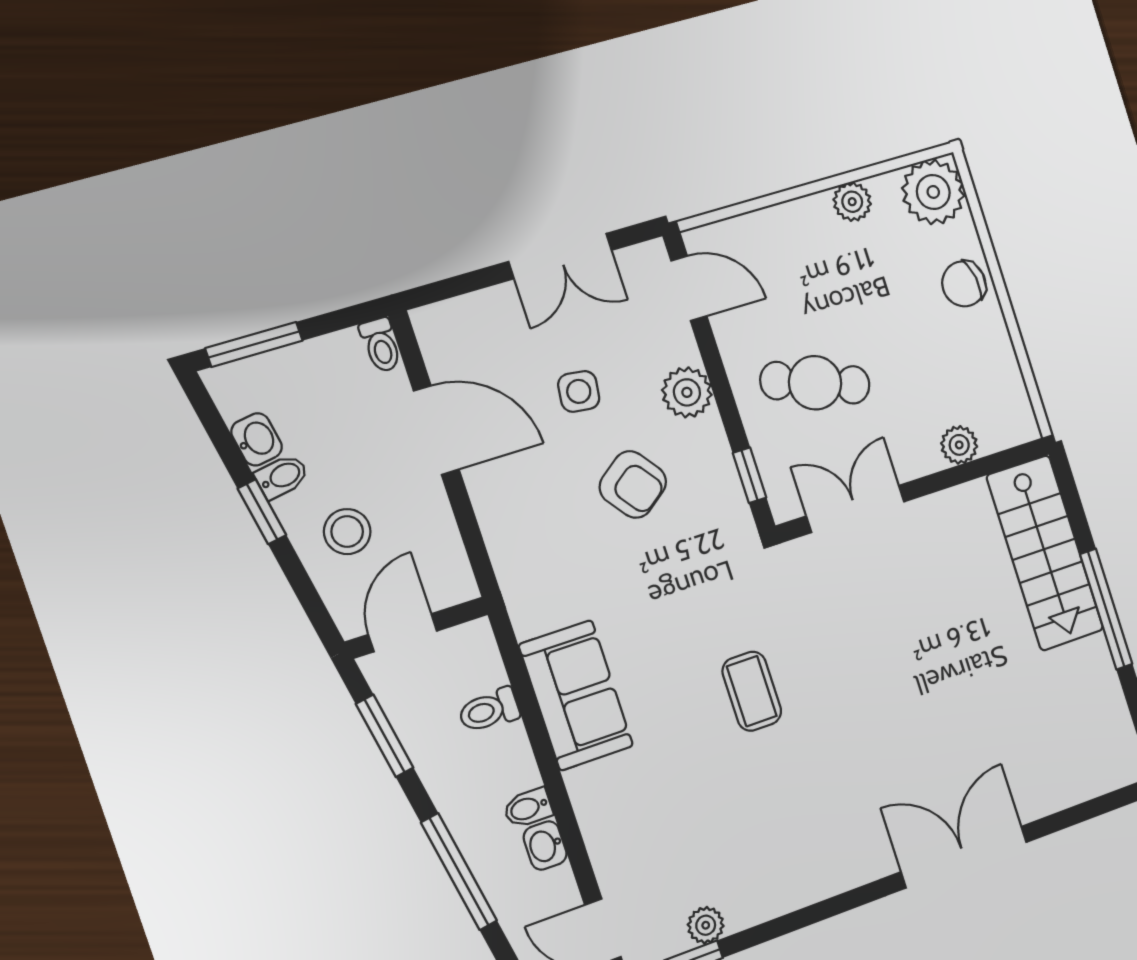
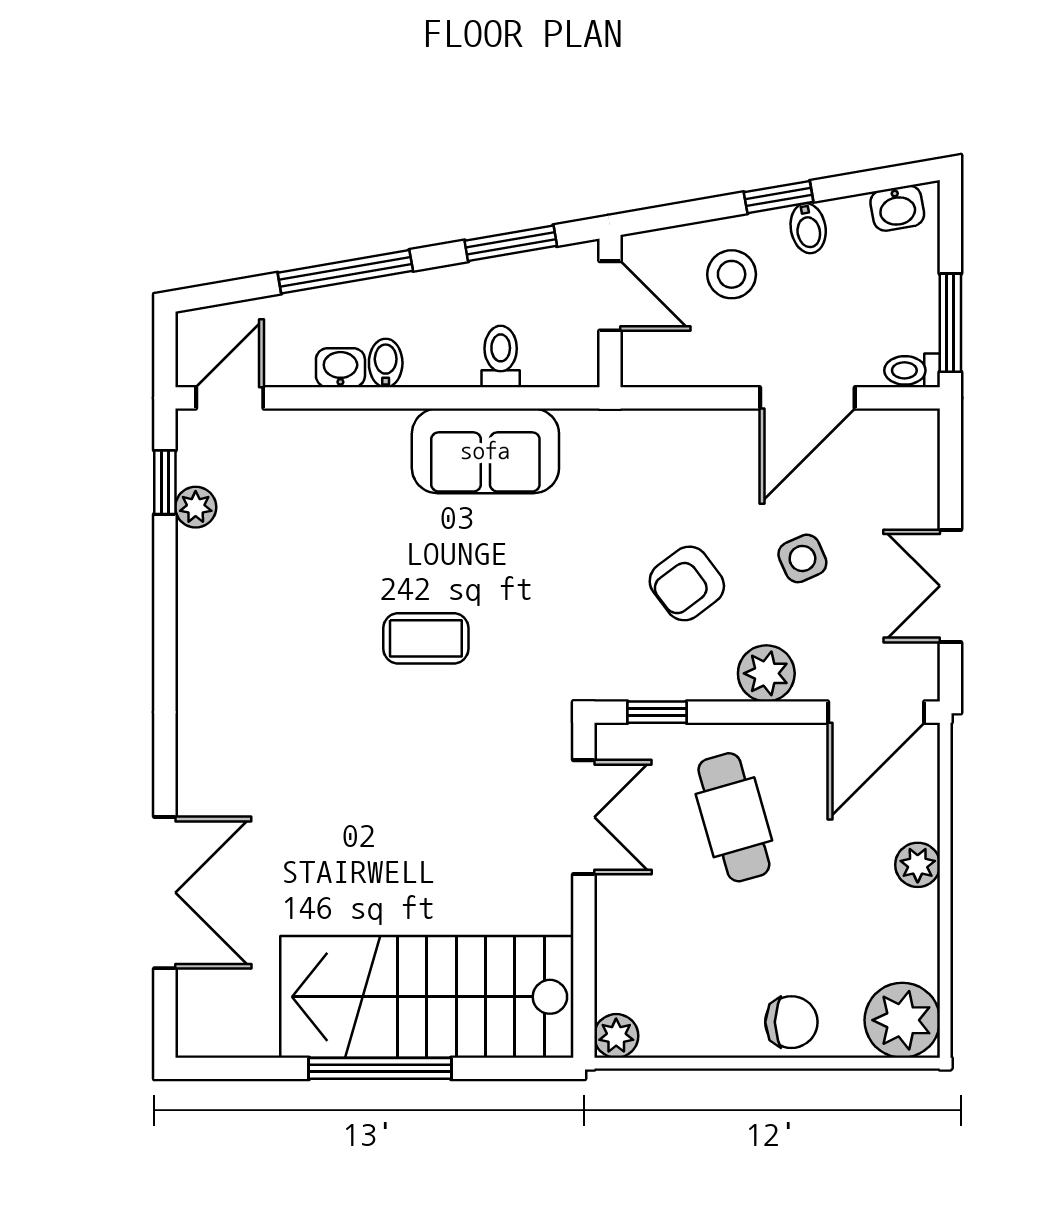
plant: (852, 202) -> (918, 865), moved
chair: (964, 284) -> (791, 1022), turned 99
door: (689, 288) -> (876, 712), width x1.37
window: (254, 344) -> (950, 323), moved
cafe table: (815, 383) -> (734, 817), turned -36
side table: (579, 391) -> (802, 558), turned -31
washbasin: (257, 439) -> (897, 208), moved
plant: (959, 445) -> (616, 1036), moved
stairs: (1045, 553) -> (427, 997), width x1.36, depth x1.51
double door: (964, 857) -> (165, 893), moved

